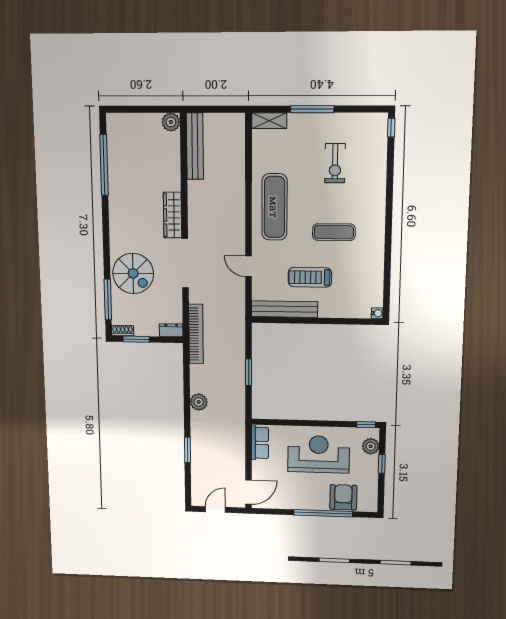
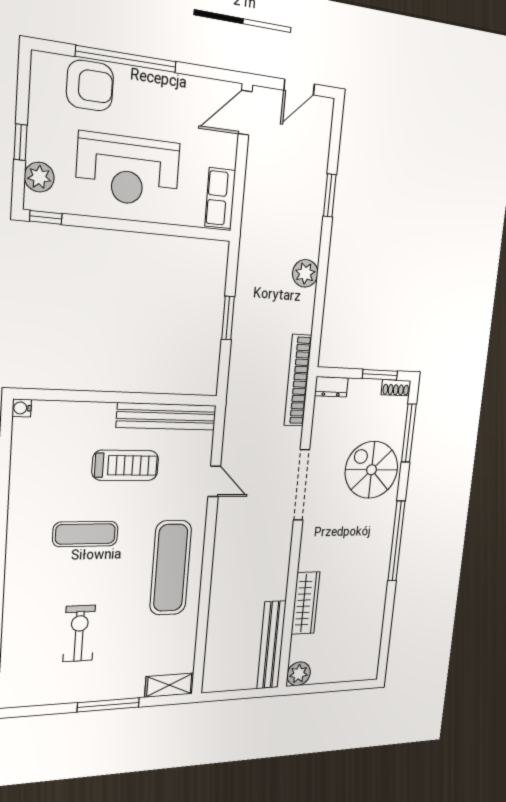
window: (104, 165) -> (397, 541), moved
wardrobe: (173, 215) -> (306, 603), moved
armchair: (343, 497) -> (90, 86), turned -90

